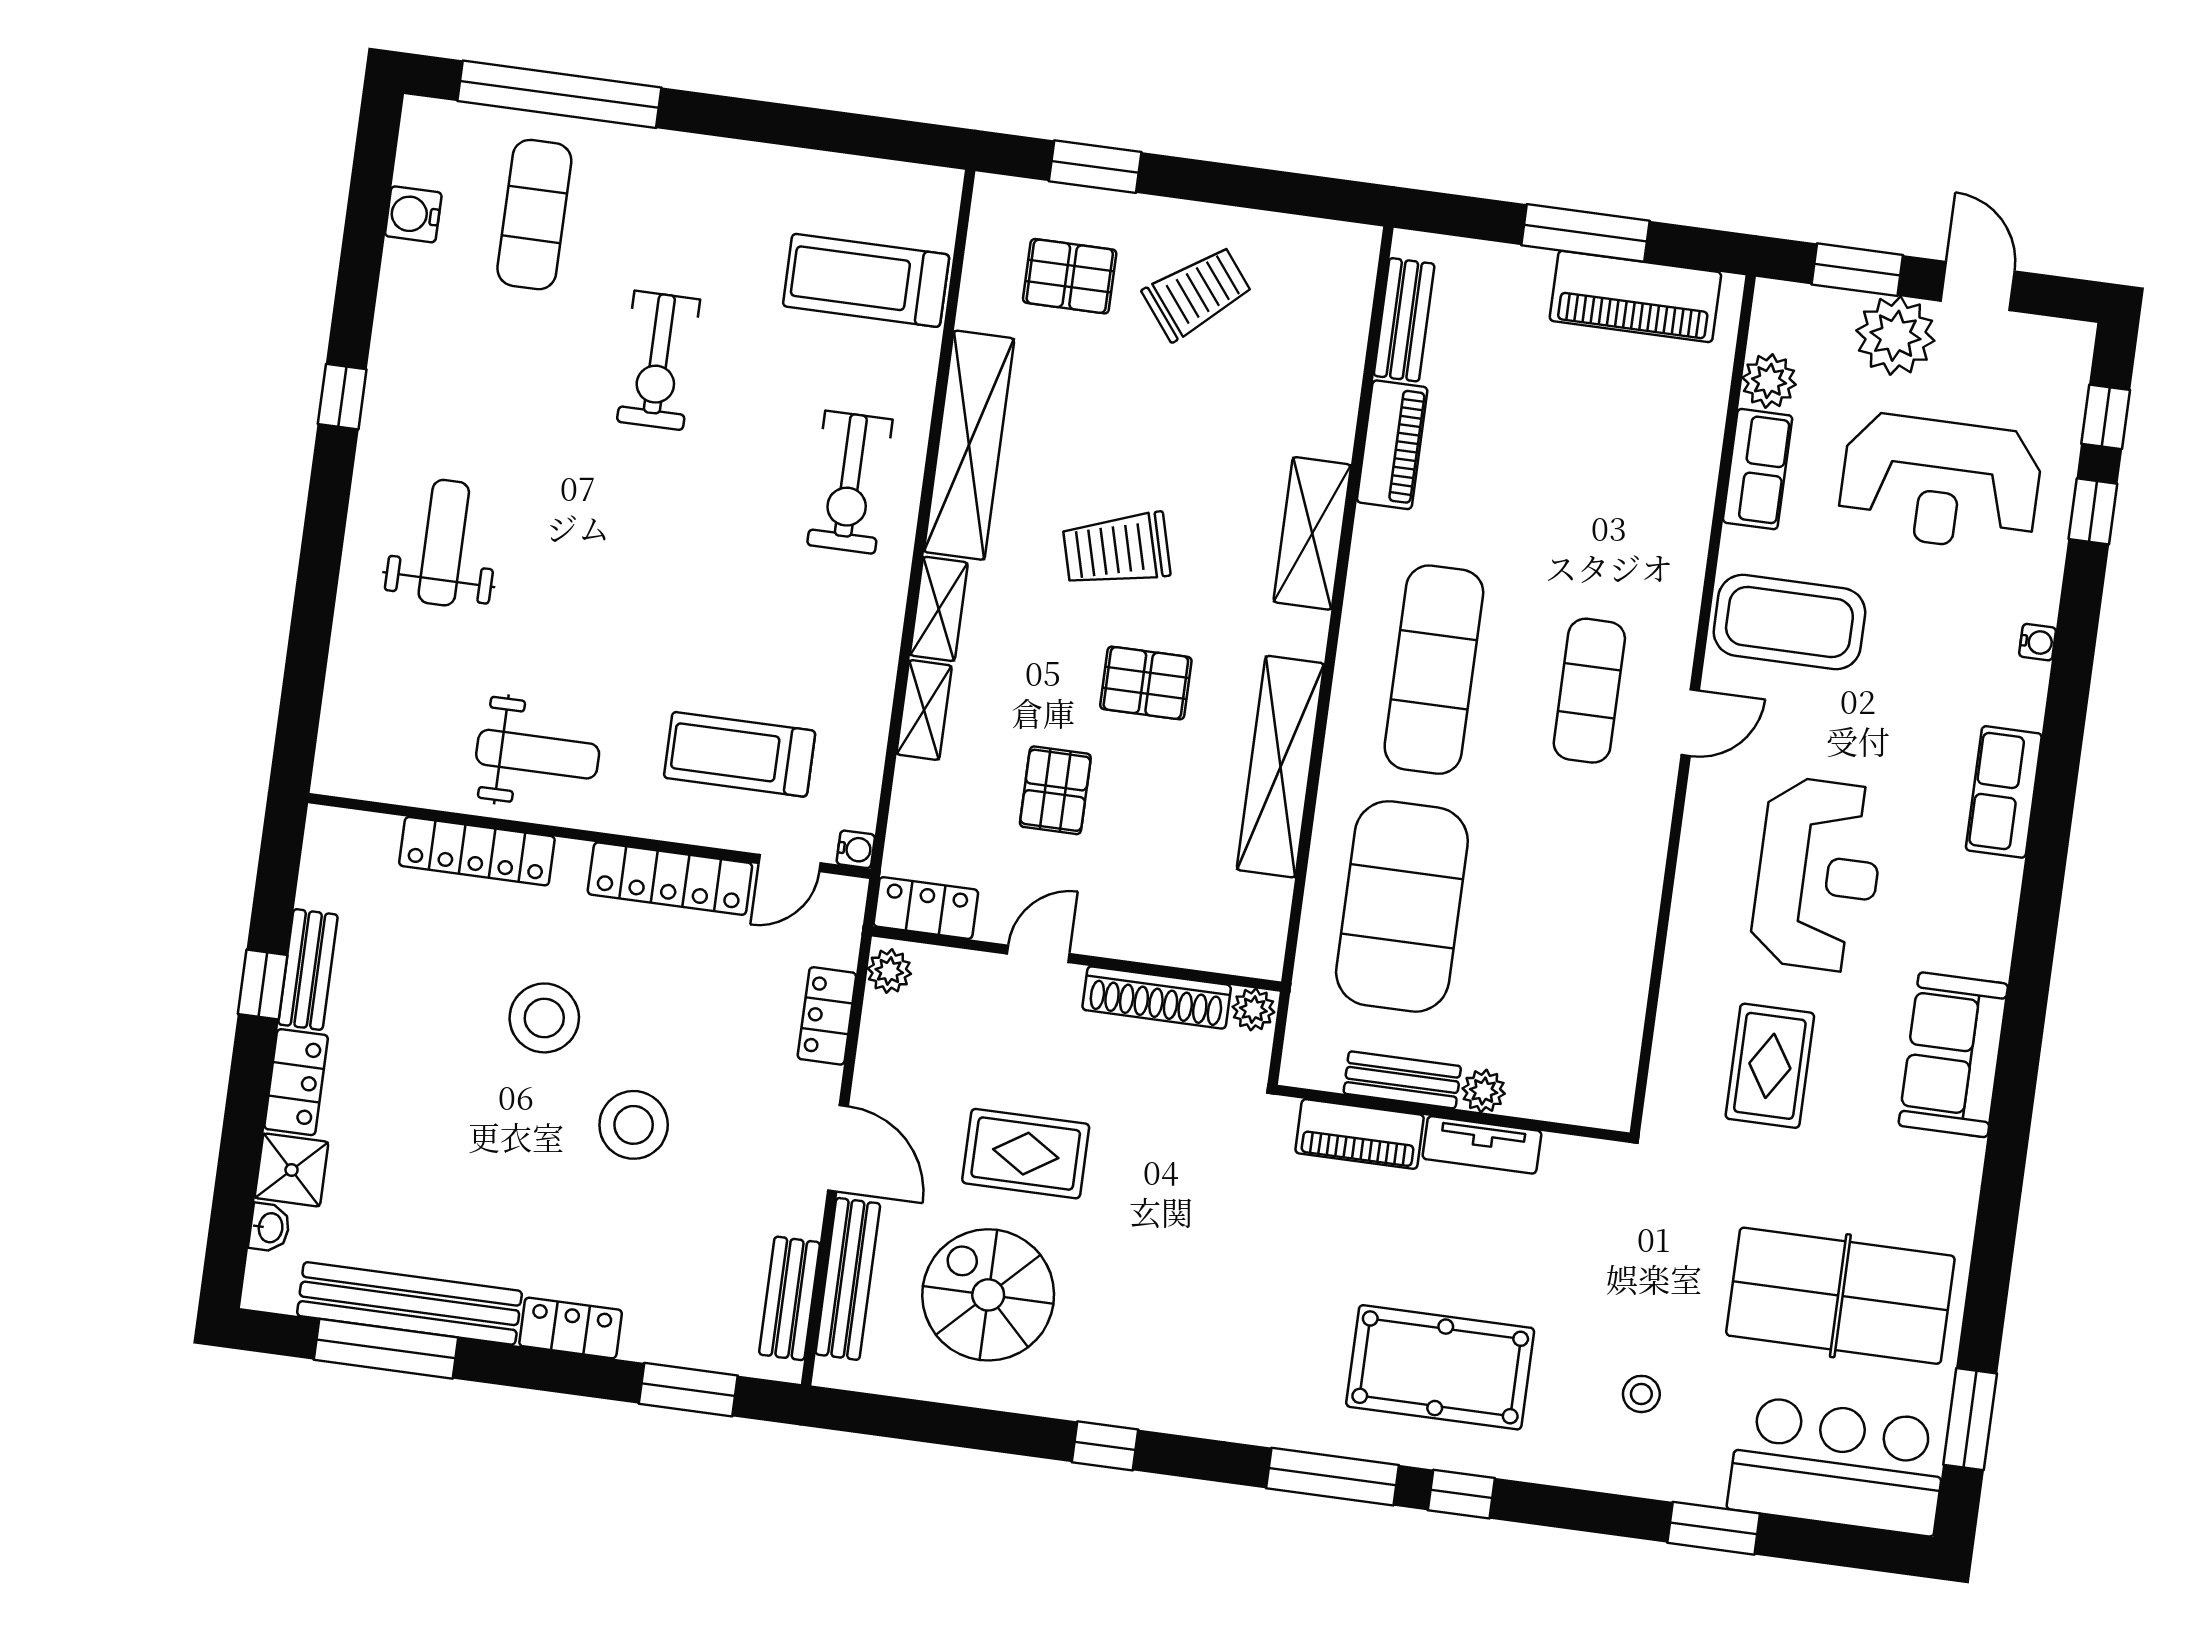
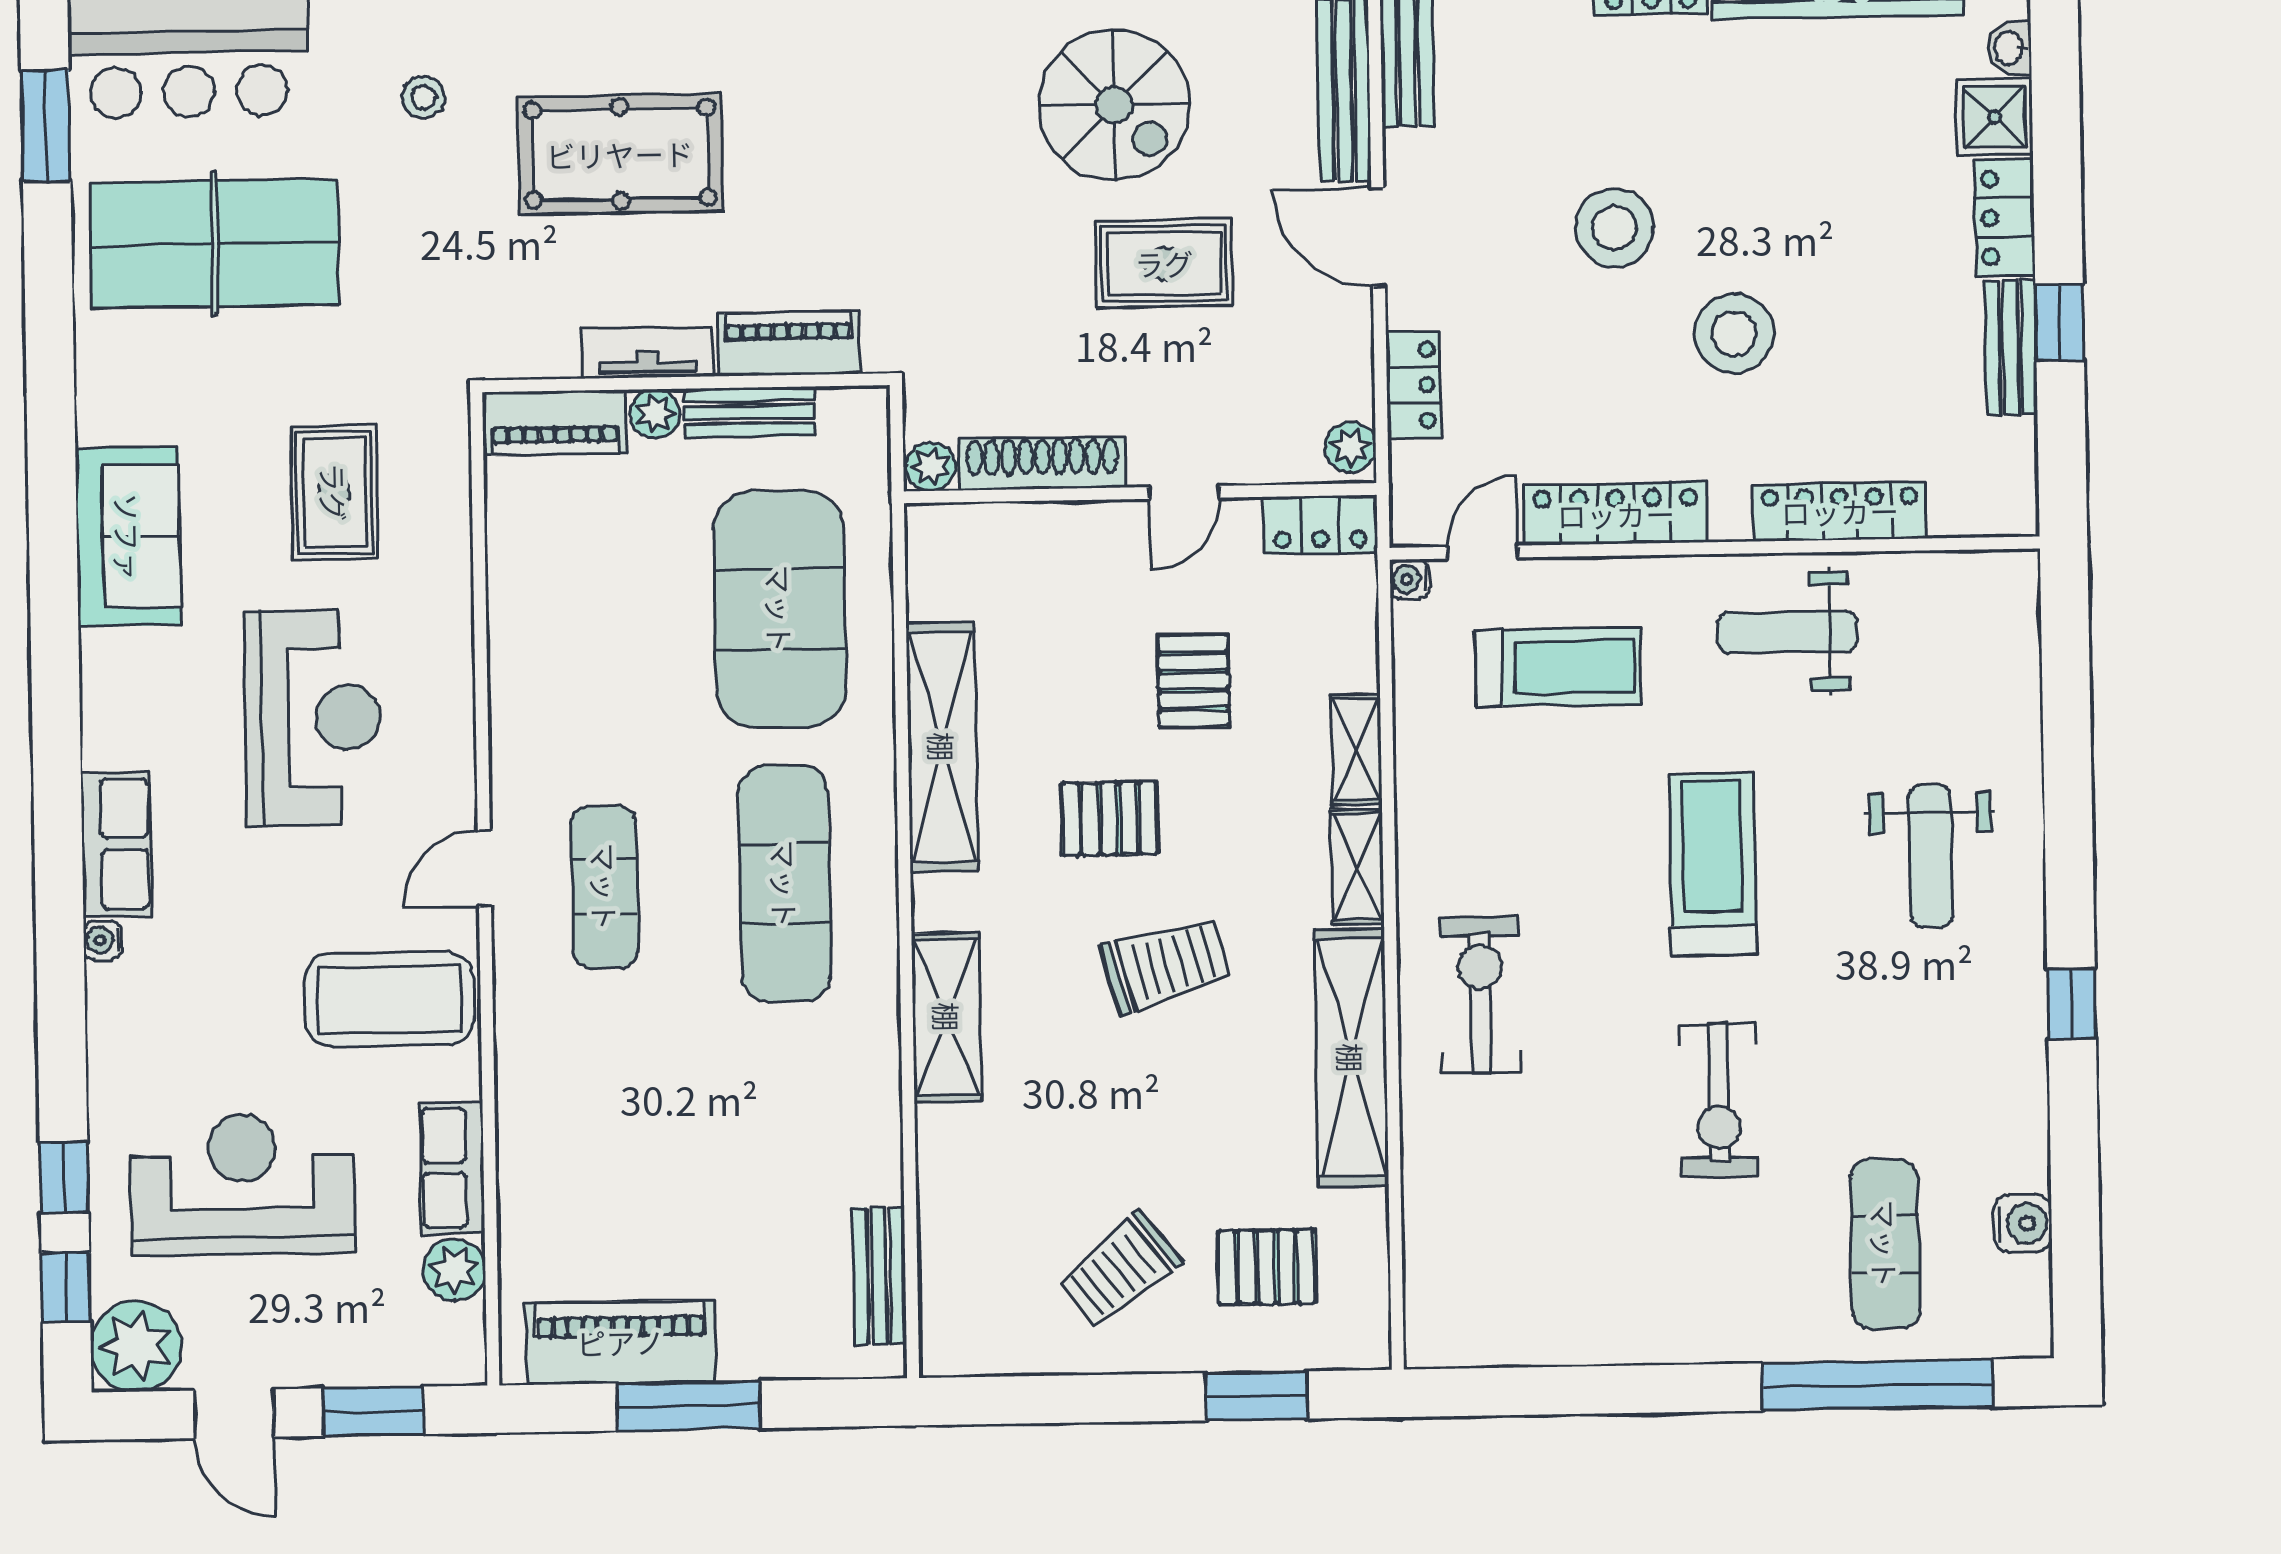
treadmill: (866, 280) -> (1713, 864), moved, turned -90
plant: (1895, 336) -> (136, 1346), moved
exercise bike: (659, 360) -> (1719, 1100), turned 180
piano: (1392, 445) -> (555, 423), moved, turned -90
water cooler: (2038, 642) -> (103, 940), moved
reception desk: (1818, 875) -> (313, 718), turned 180
spiral stairs: (988, 1295) -> (1114, 105), moved
pool table: (1440, 1367) -> (620, 154), moved

